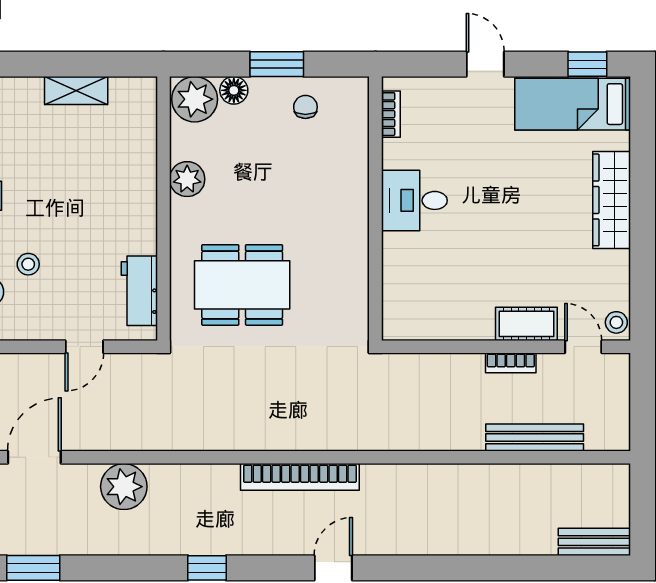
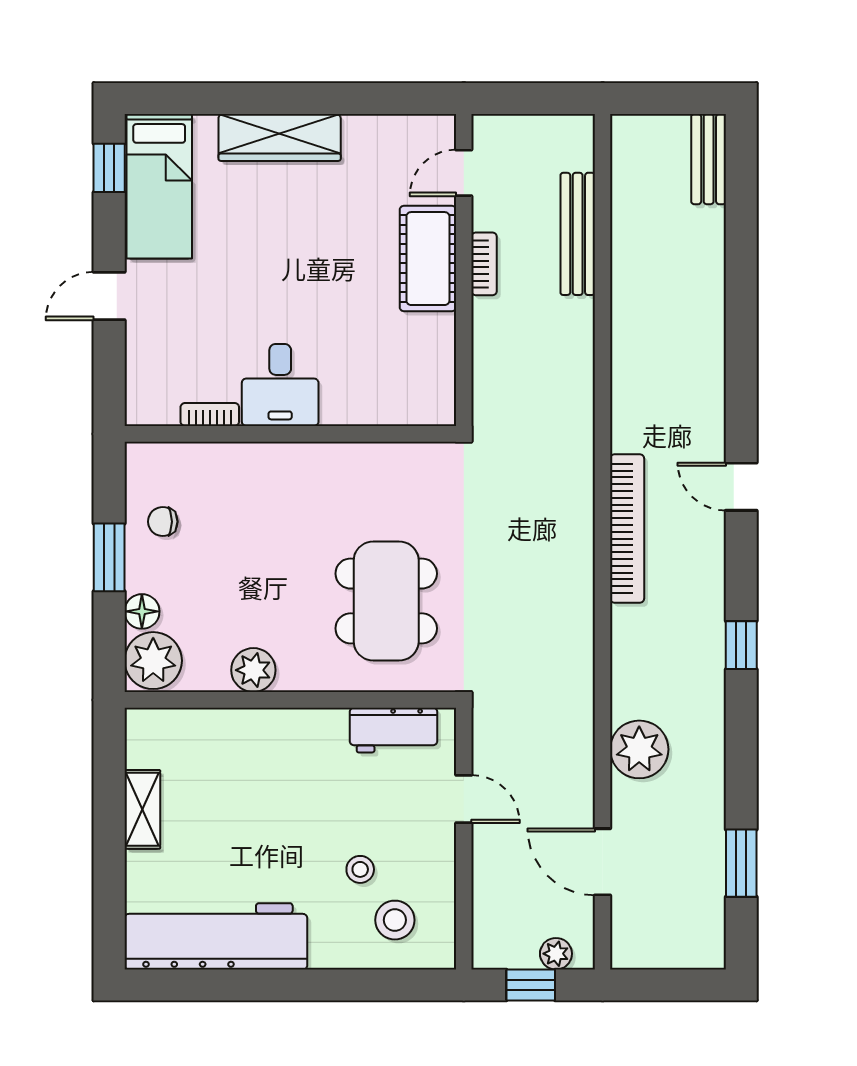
bookcase: (391, 114) -> (210, 414), moved
stool: (616, 322) -> (433, 131), removed
cot: (526, 324) -> (428, 259), width x1.37, depth x1.34

